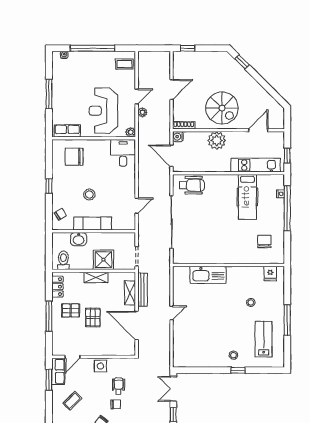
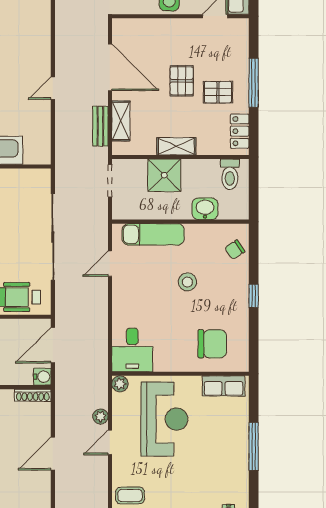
door: (172, 156) -> (53, 345), swing flipped
exam couch: (93, 224) -> (153, 234), moved
bench: (142, 290) -> (100, 126), width x0.73

